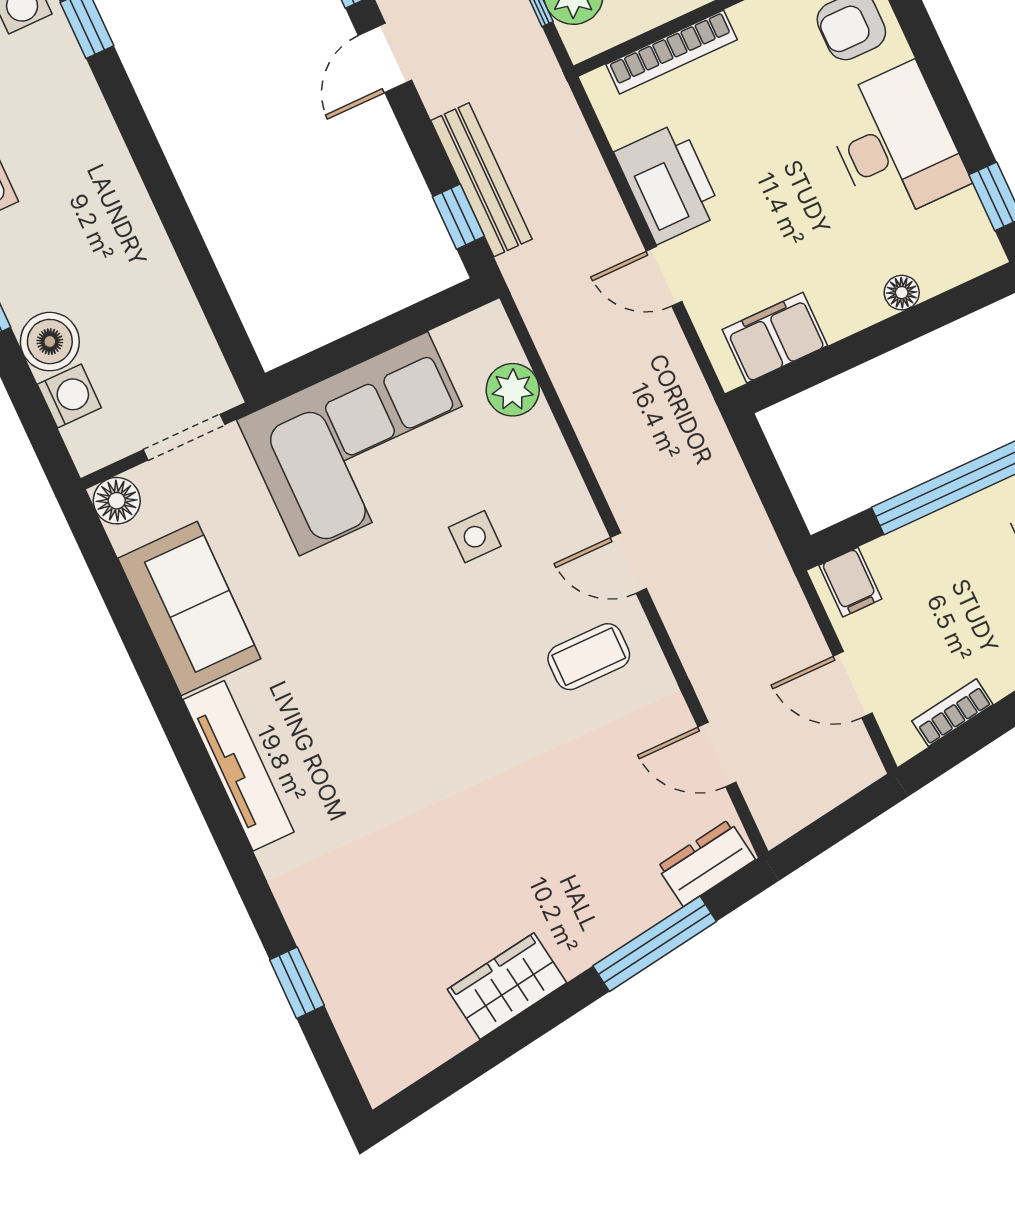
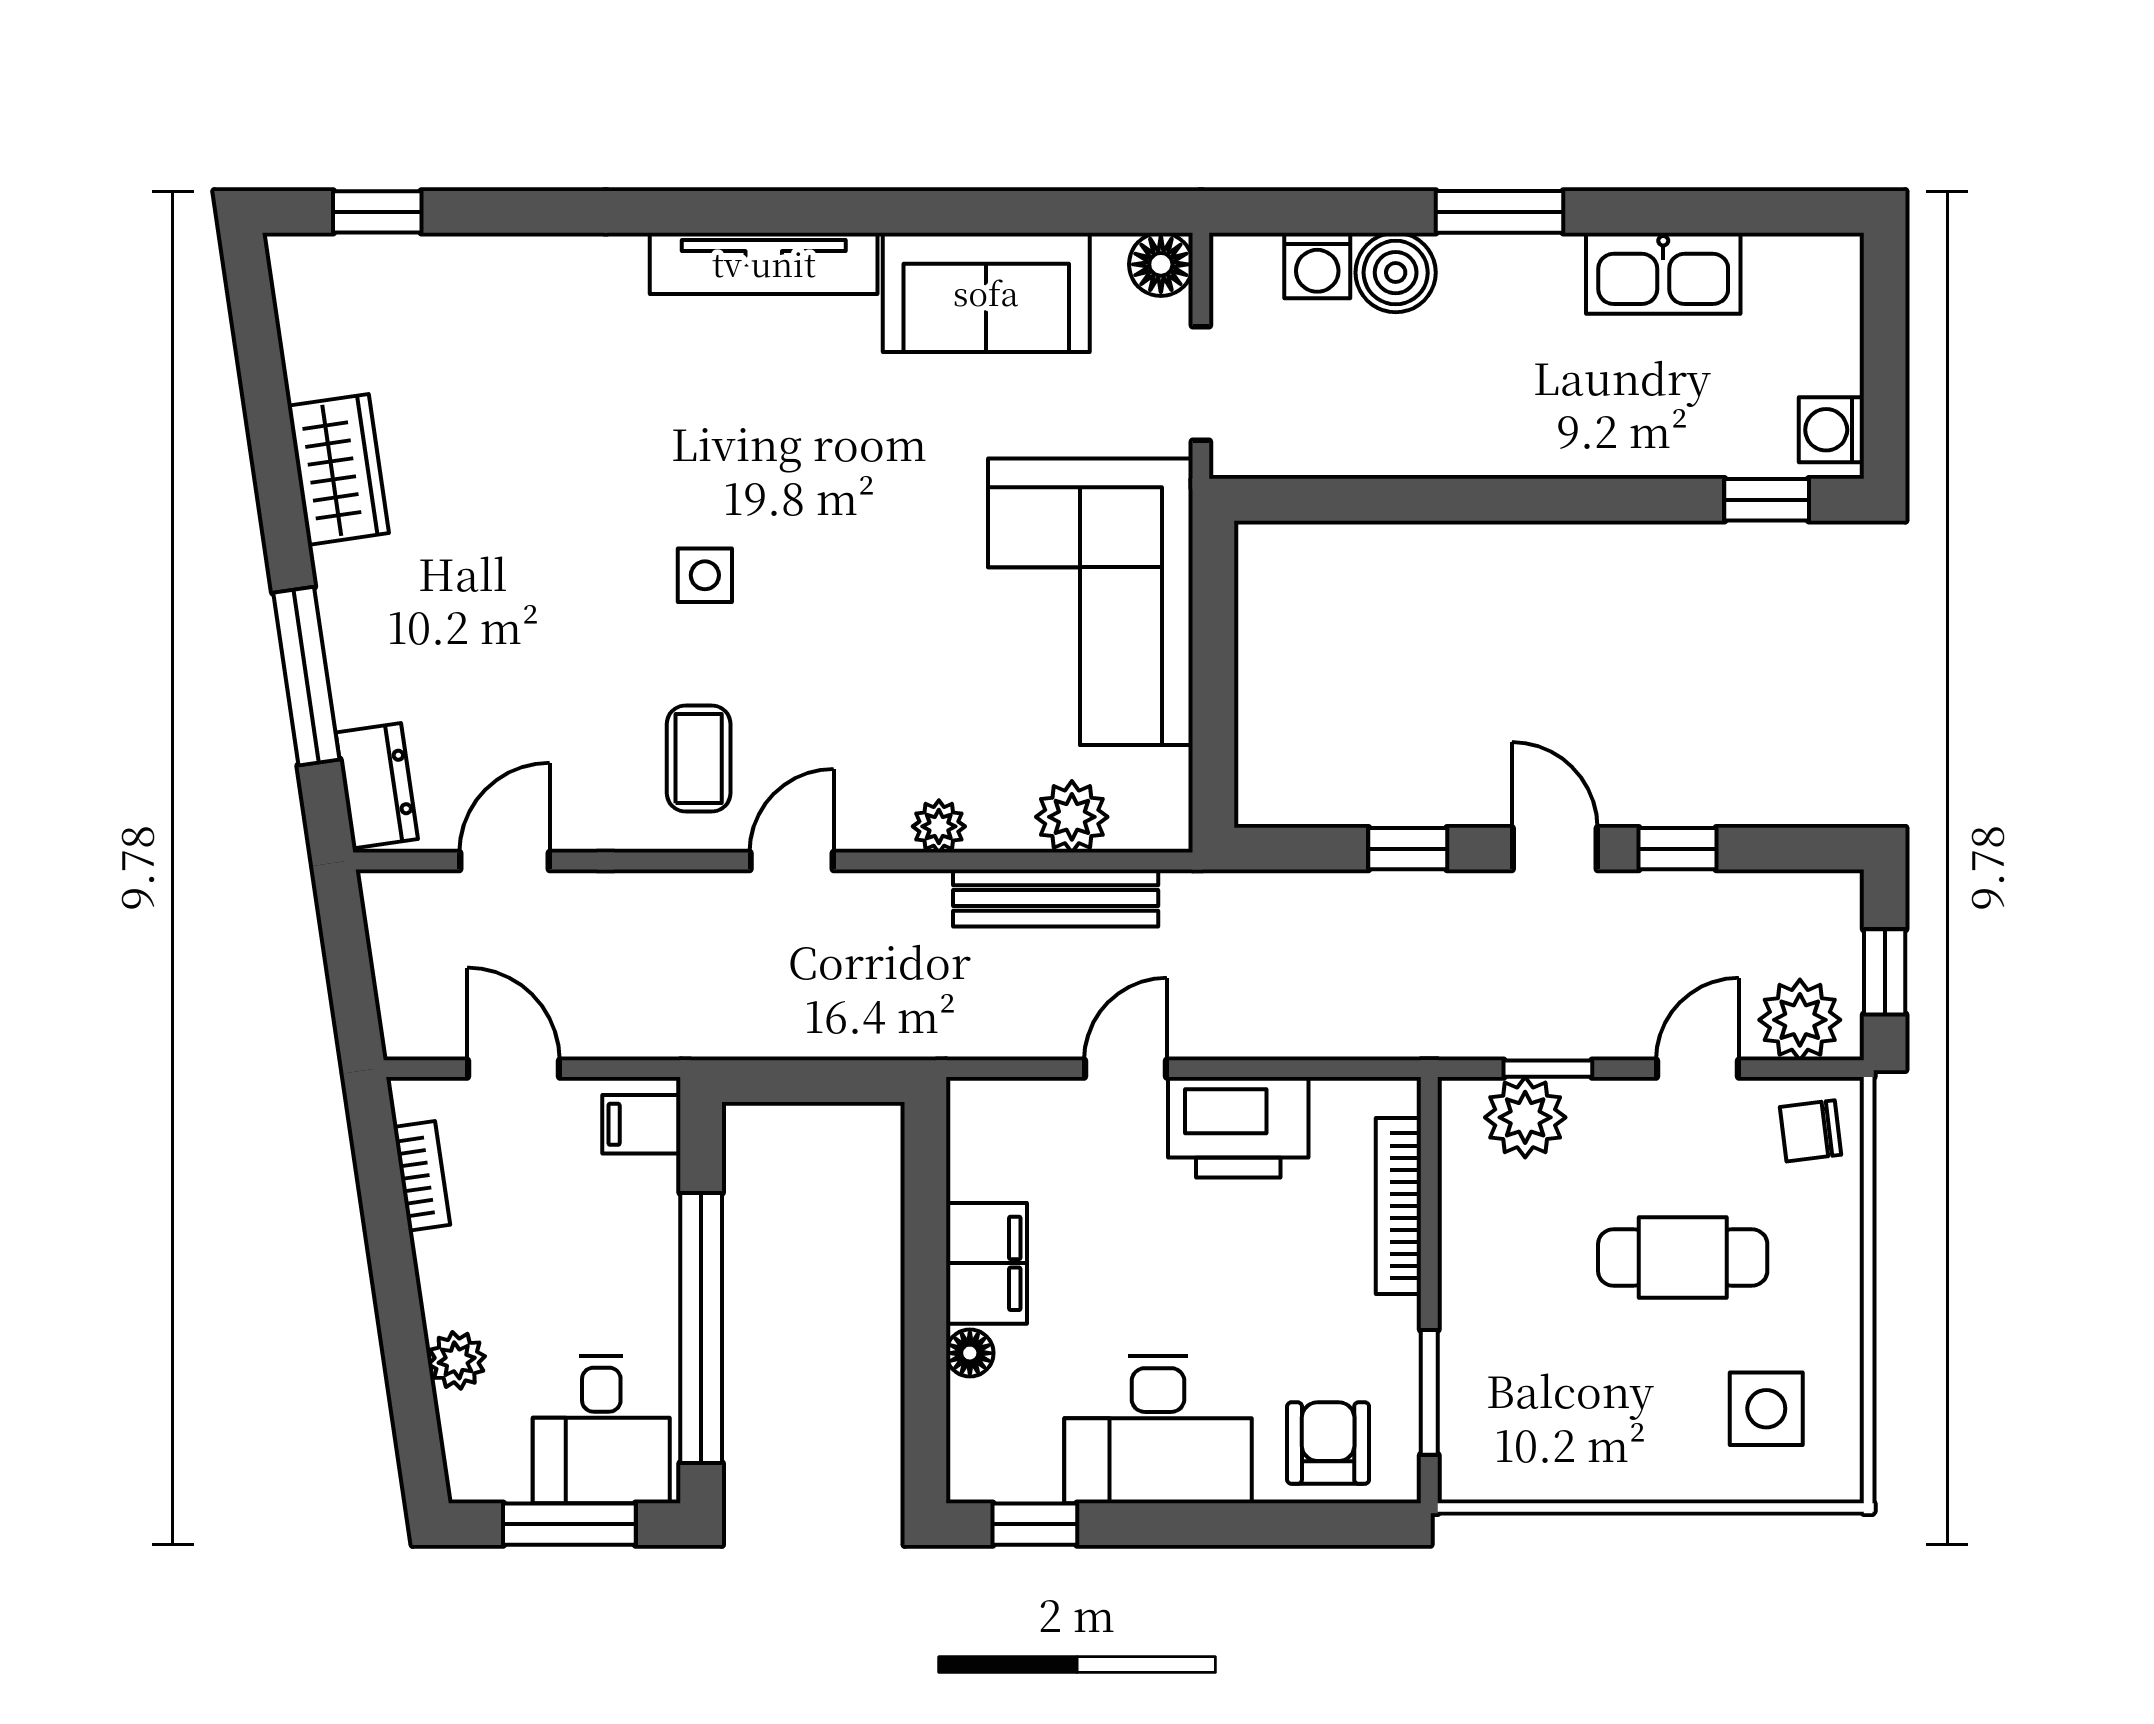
bench: (481, 180) -> (1056, 898), moved
window: (458, 217) -> (1408, 849), moved
filing cabinet: (775, 338) -> (987, 1263), moved
plant: (560, 475) -> (939, 826), added
side table: (475, 537) -> (705, 575), moved
door: (853, 685) -> (513, 1069), hinge flipped
window: (297, 983) -> (377, 212), moved

